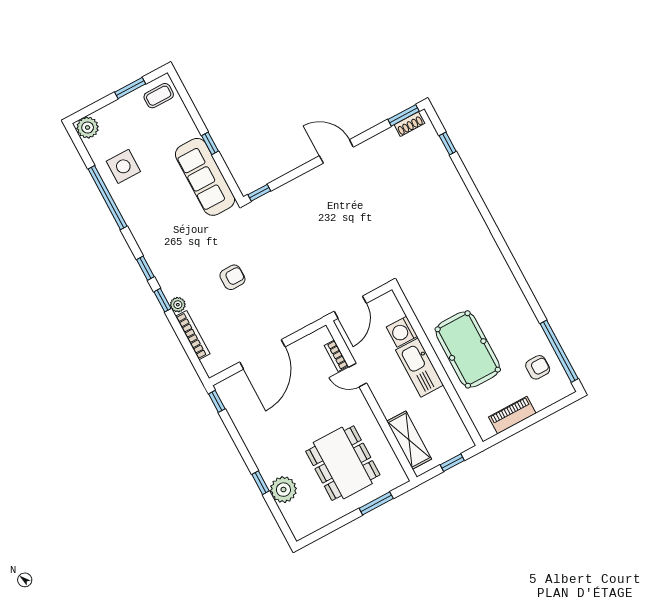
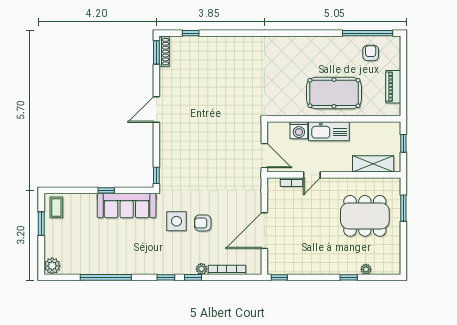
shoe rack: (409, 124) -> (164, 52), width x1.43
side table: (123, 166) -> (177, 221), moved
armchair: (232, 277) -> (203, 223), turned -90
door: (262, 354) -> (264, 231), swing flipped
plant: (283, 490) -> (366, 269), width x0.53, depth x0.53

